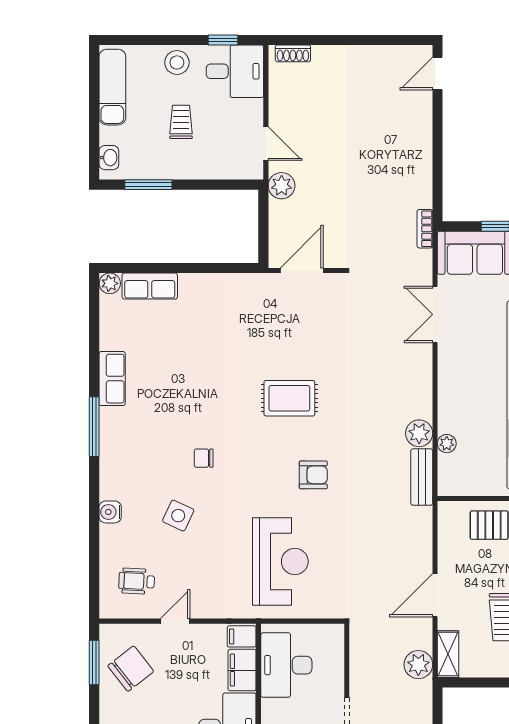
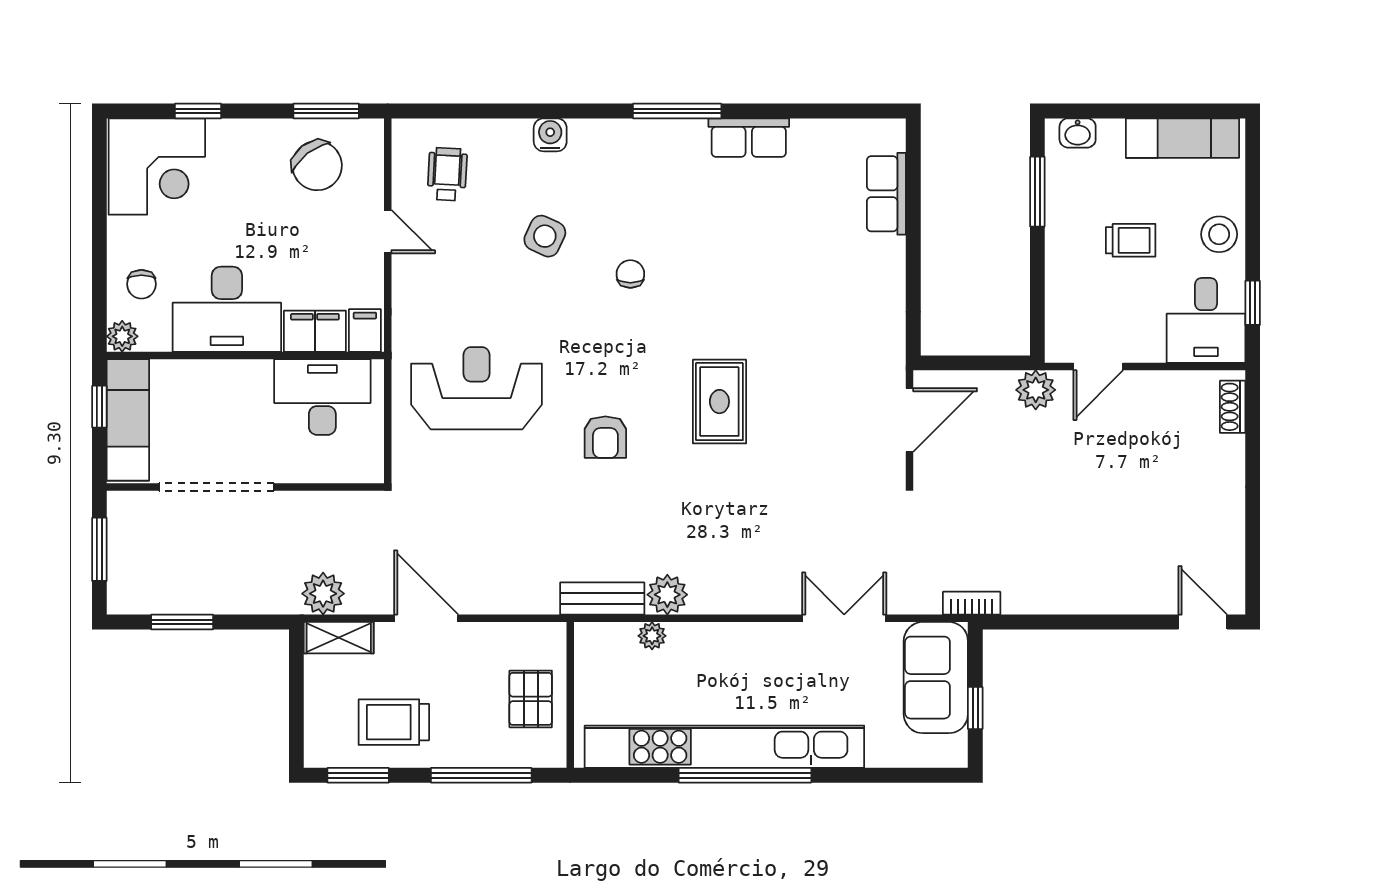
door: (302, 270) -> (910, 420), hinge flipped
plant: (110, 283) -> (890, 134), removed
reception desk: (280, 561) -> (476, 388), turned 180

